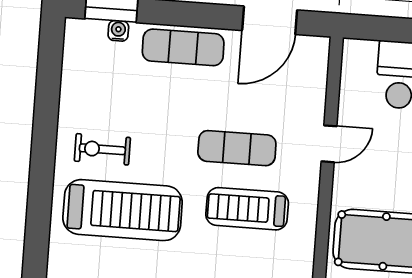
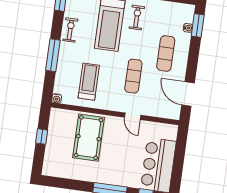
exercise mat: (183, 47) -> (166, 53), moved
treadmill: (247, 209) -> (89, 82), moved

